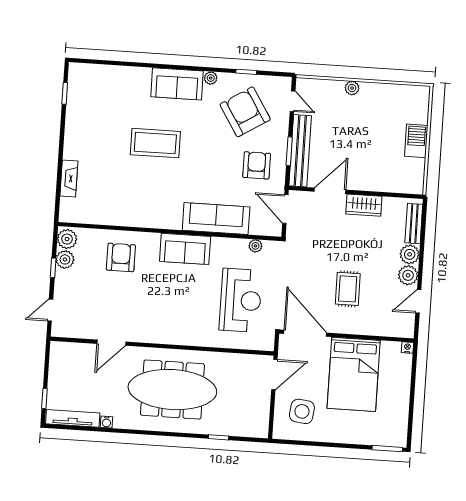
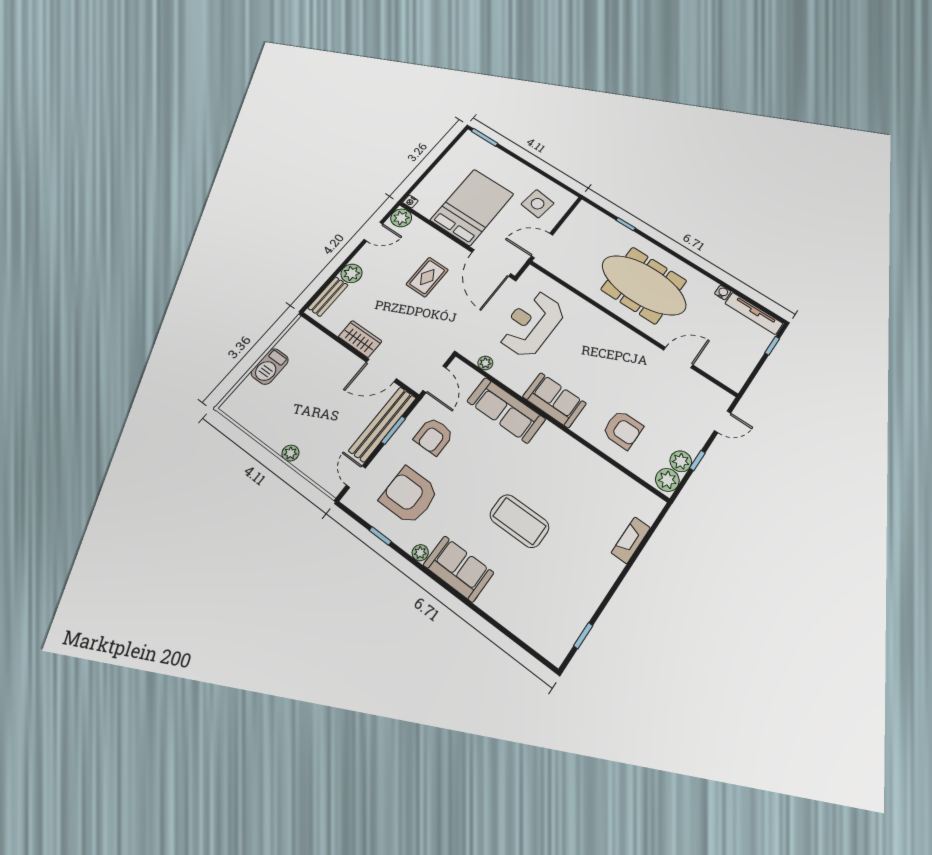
armchair: (245, 112) -> (409, 496), turned 122
armchair: (121, 257) -> (623, 430), turned -90
plant: (408, 275) -> (401, 218), moved

